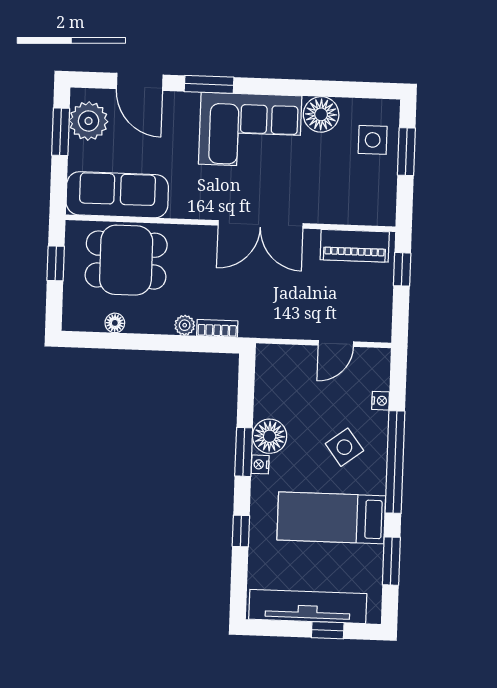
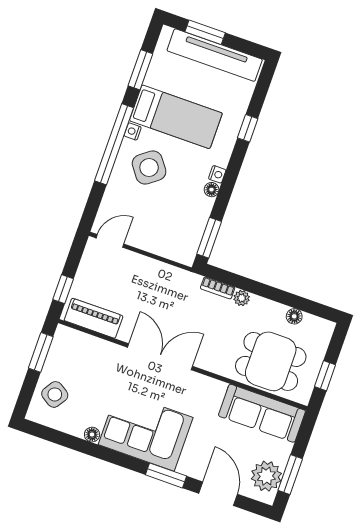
floor lamp: (321, 114) -> (92, 435), width x0.53, depth x0.53
side table: (373, 140) -> (55, 394), turned 33
window: (406, 152) -> (41, 352), moved
door: (336, 344) -> (110, 241), moved
nightstand: (381, 401) -> (133, 131), moved
floor lamp: (270, 436) -> (212, 190), width x0.53, depth x0.53
side table: (344, 447) -> (149, 167), width x1.37, depth x1.37
window: (244, 452) -> (209, 238), moved
window: (328, 630) -> (205, 32), width x1.50

